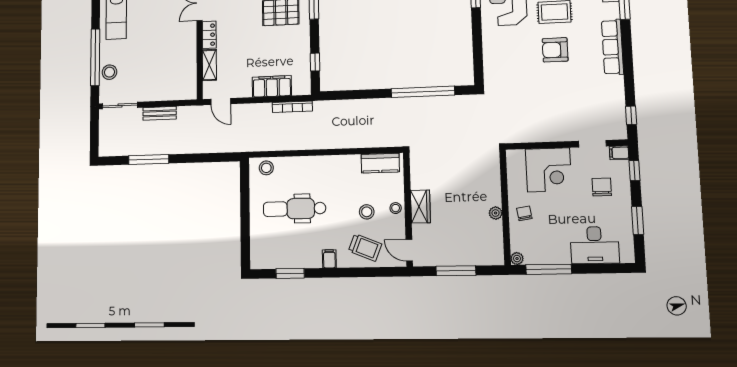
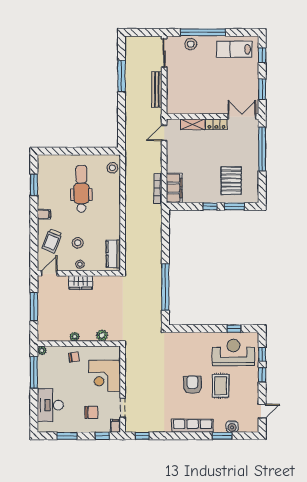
window: (315, 62) -> (210, 206), moved
filing cabinet: (272, 86) -> (174, 188), moved
bench: (160, 113) -> (157, 89), width x1.36
plant: (492, 175) -> (102, 335), added

